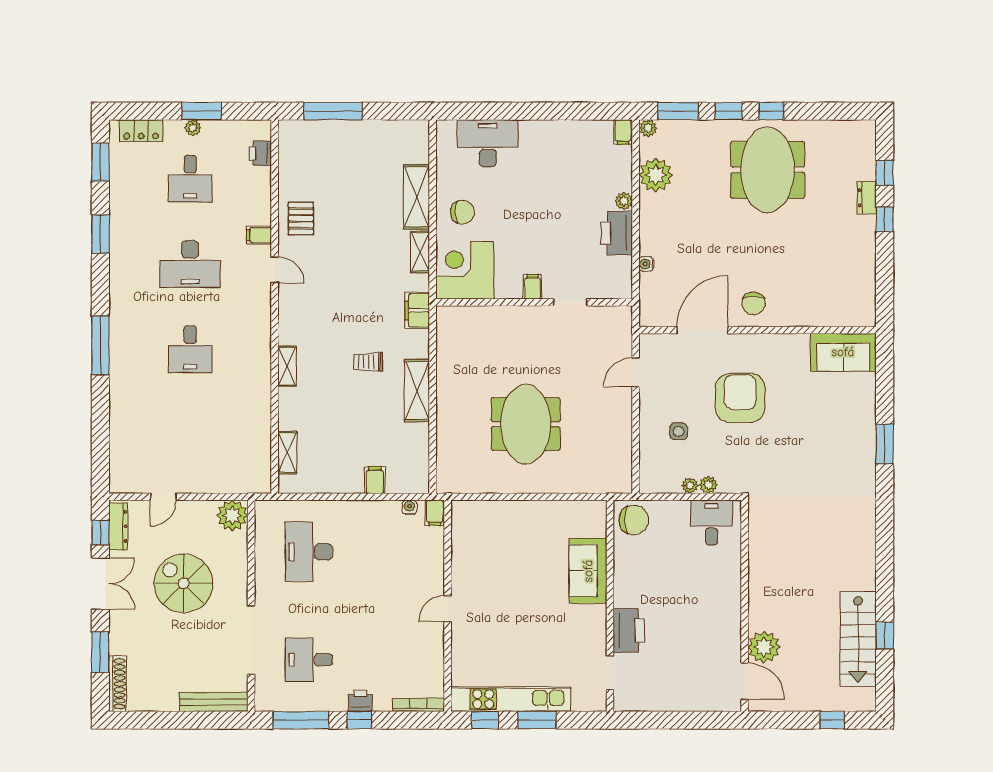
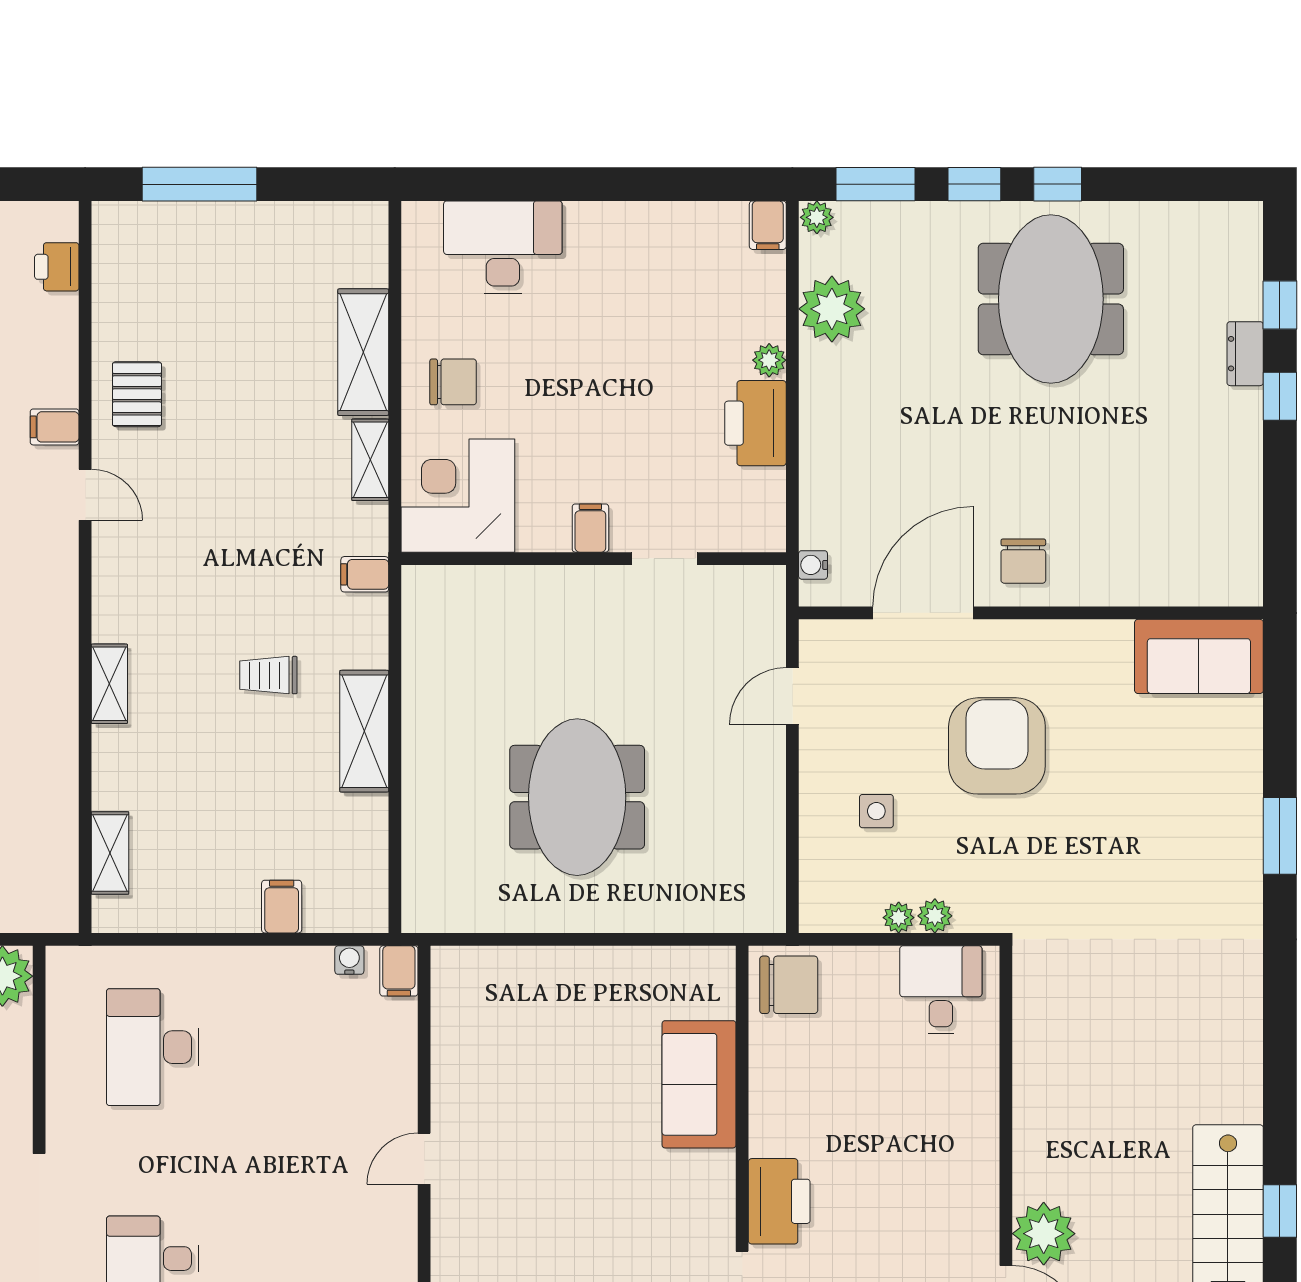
water cooler: (646, 264) -> (813, 565), moved
filing cabinet: (417, 310) -> (365, 574), width x0.50

